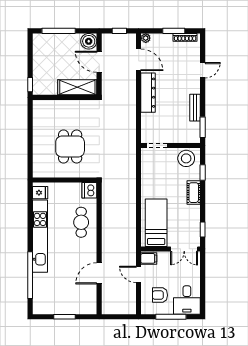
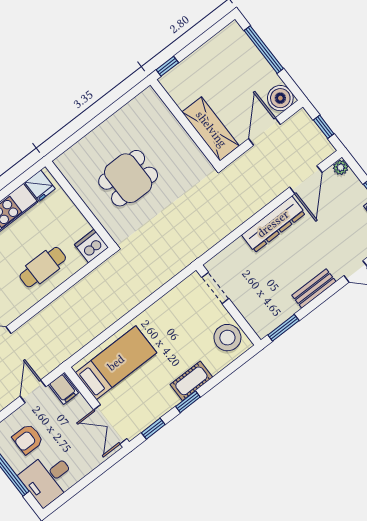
bench: (195, 108) -> (314, 288), moved
window: (203, 172) -> (188, 402), moved
armchair: (160, 295) -> (28, 439), turned -90

